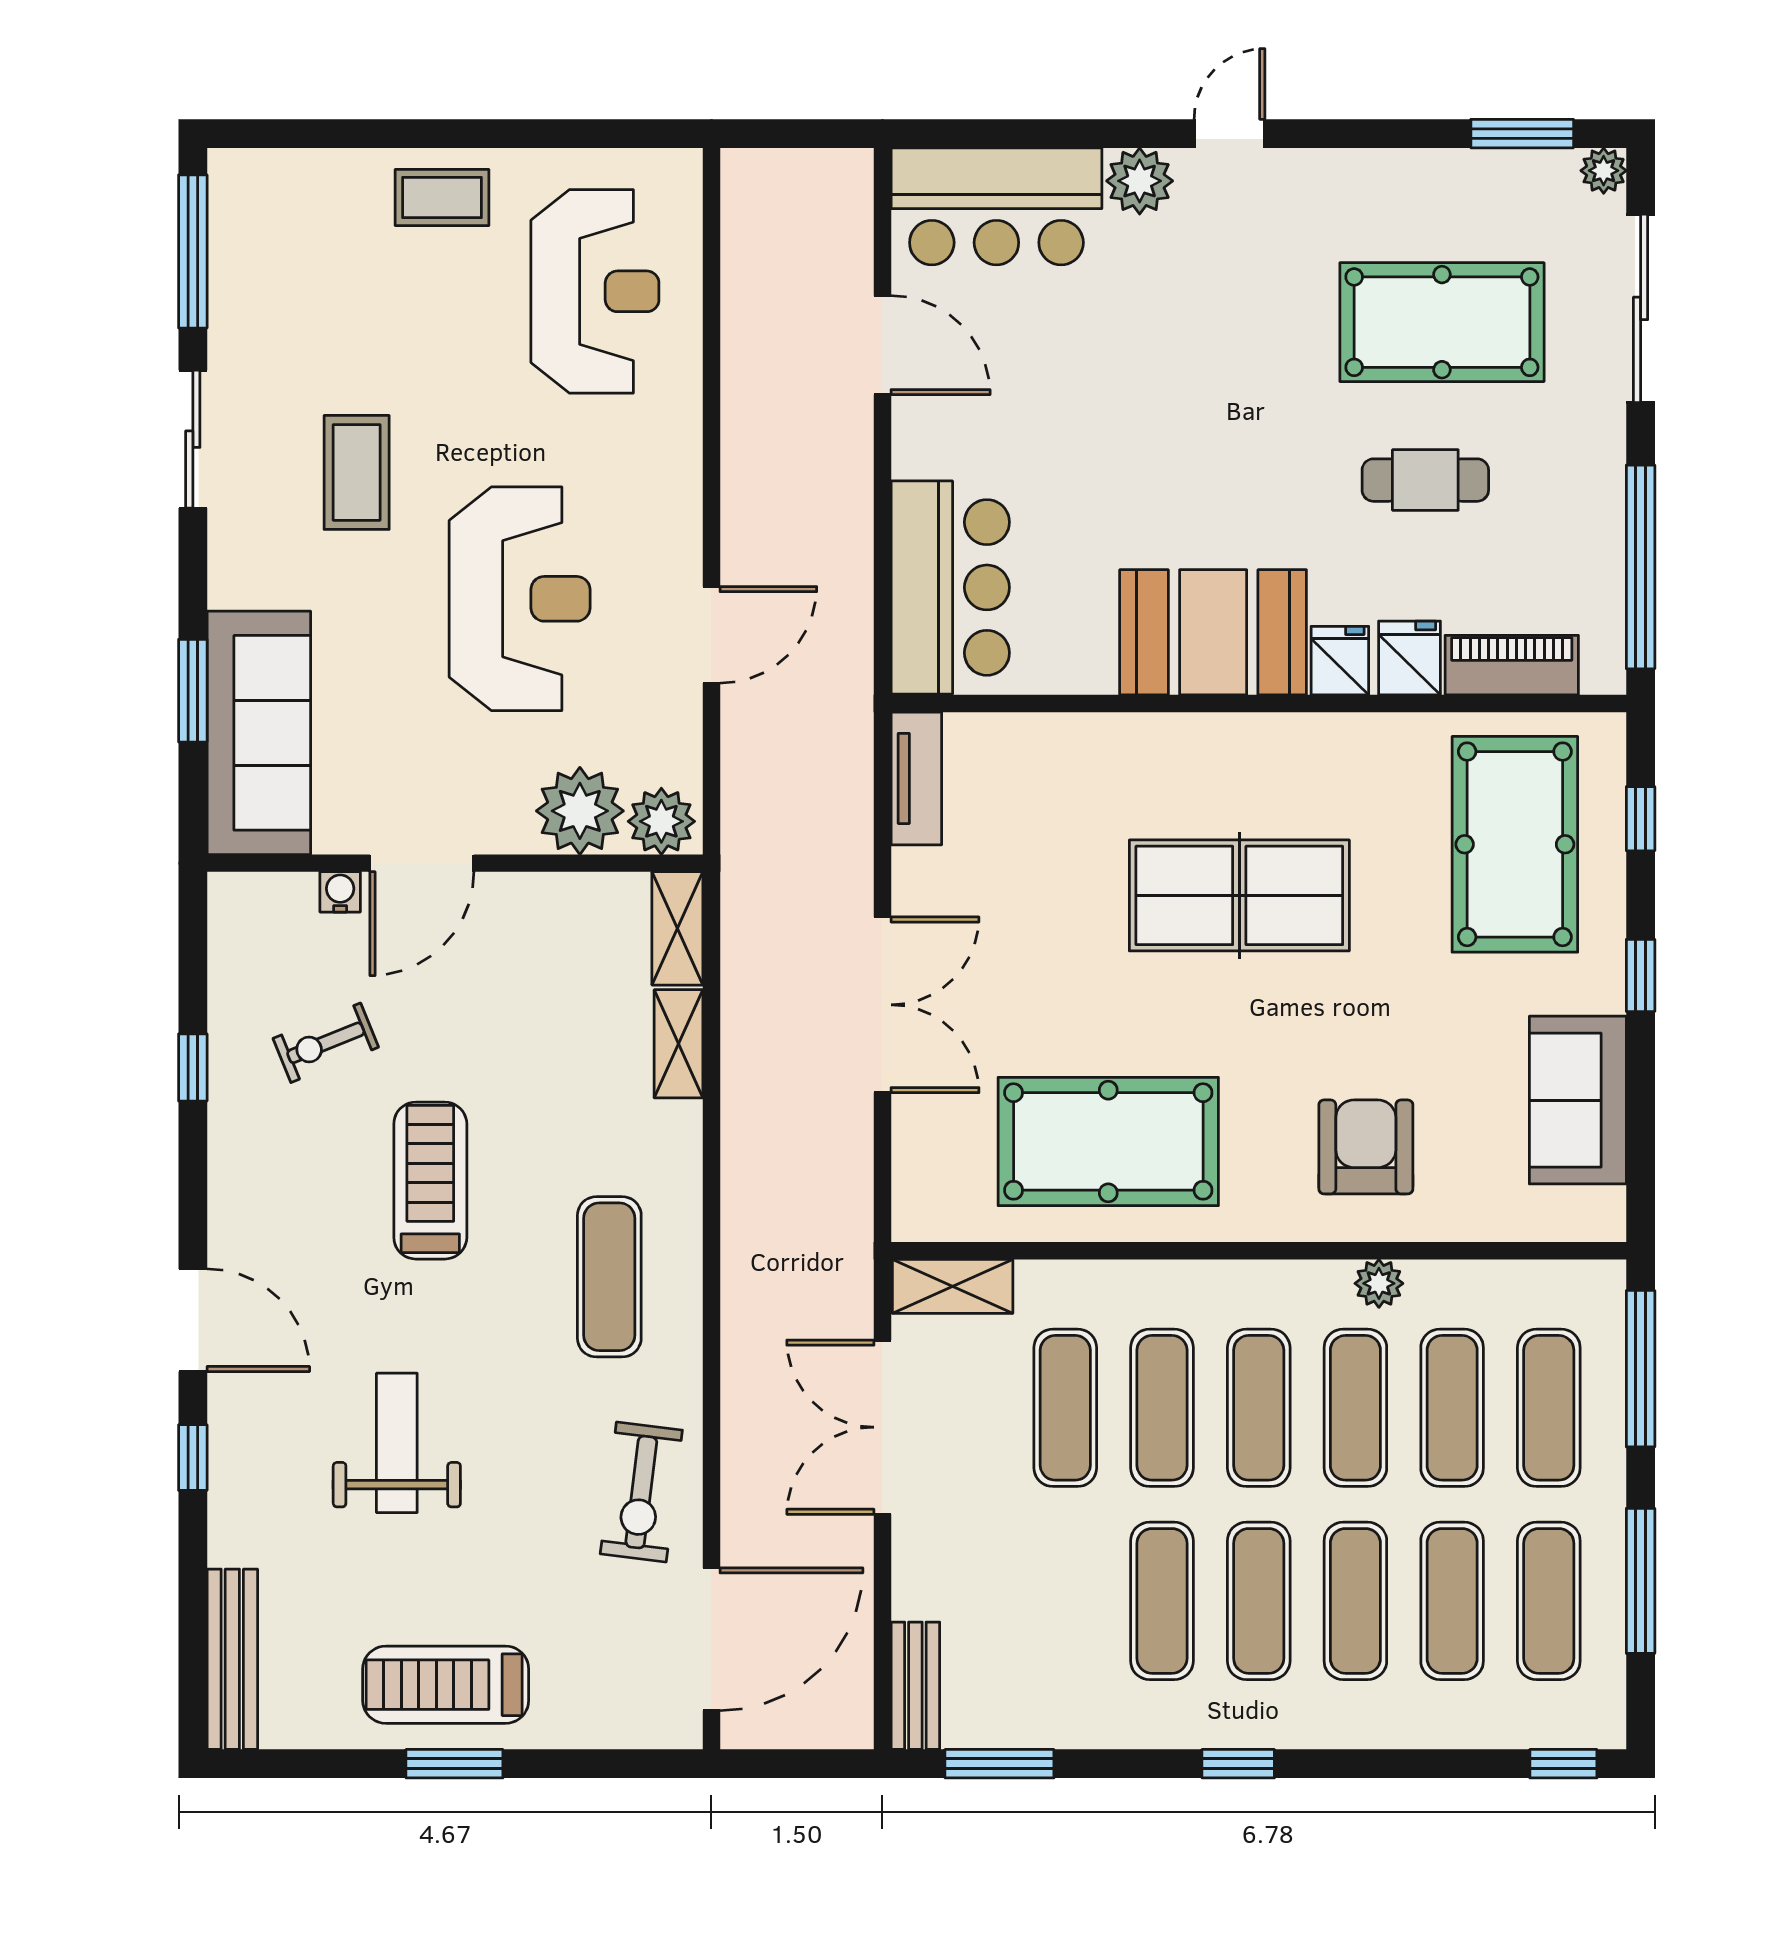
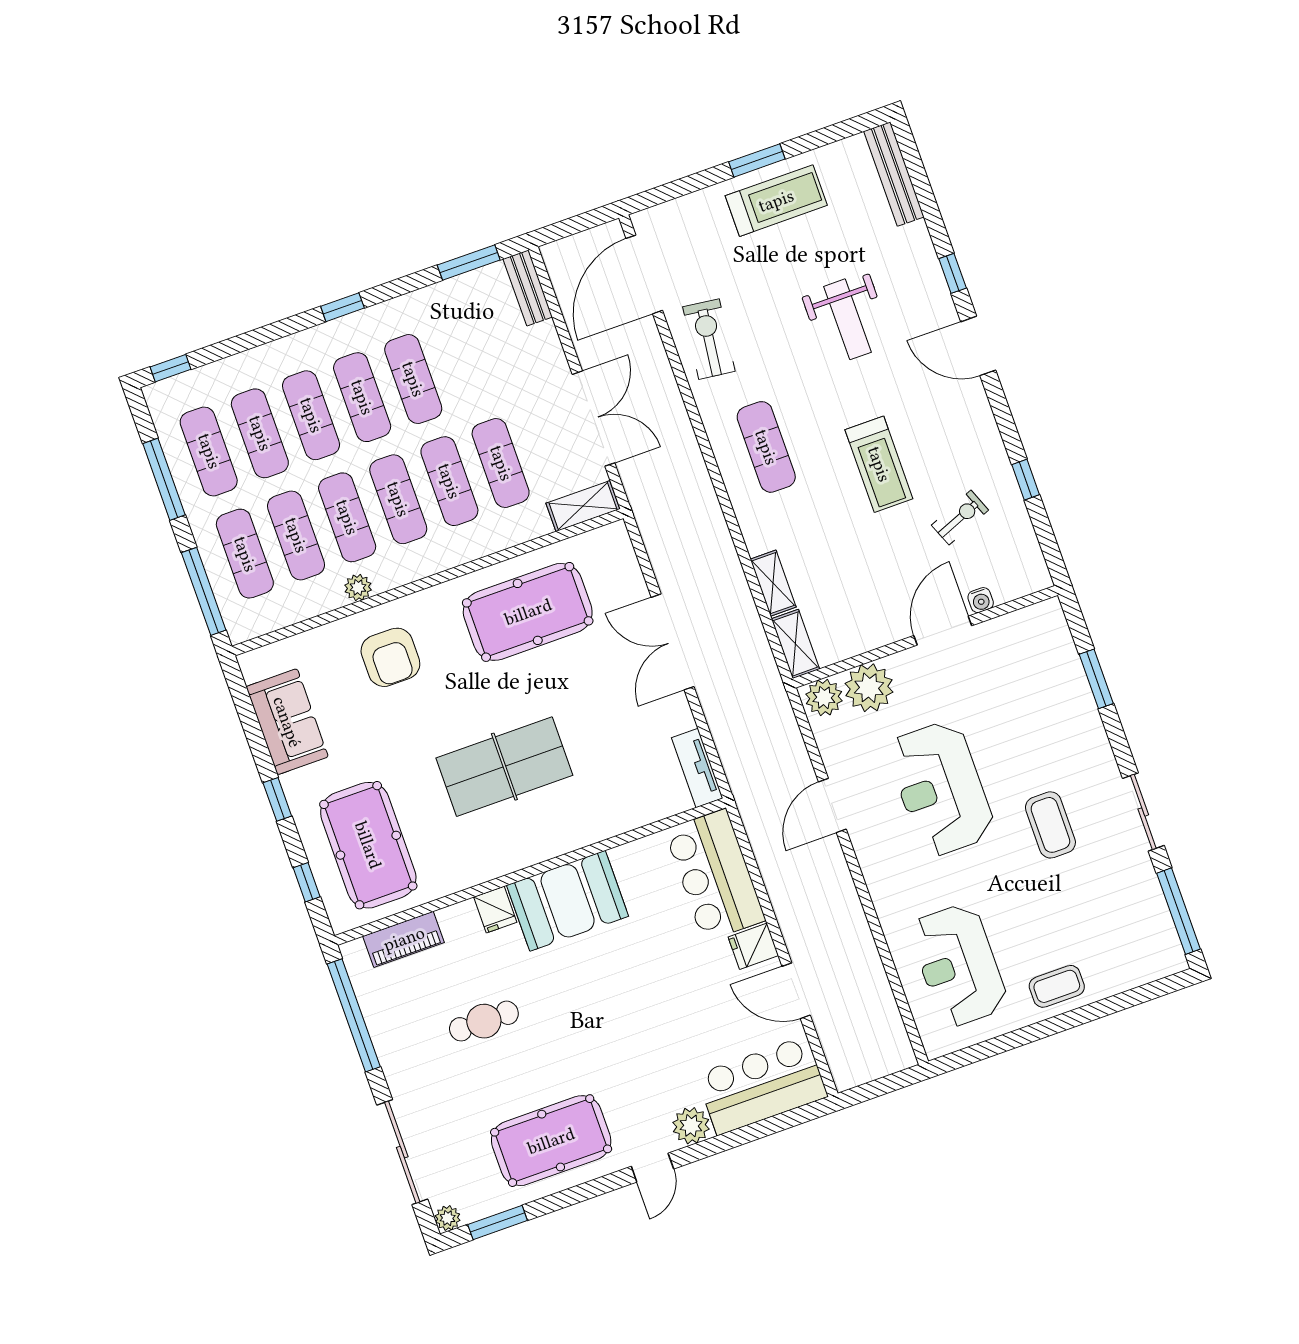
pool table: (1442, 322) -> (551, 1141), moved
fridge: (1410, 658) -> (753, 946), moved, turned 90
sofa: (259, 733) -> (1053, 669), removed

